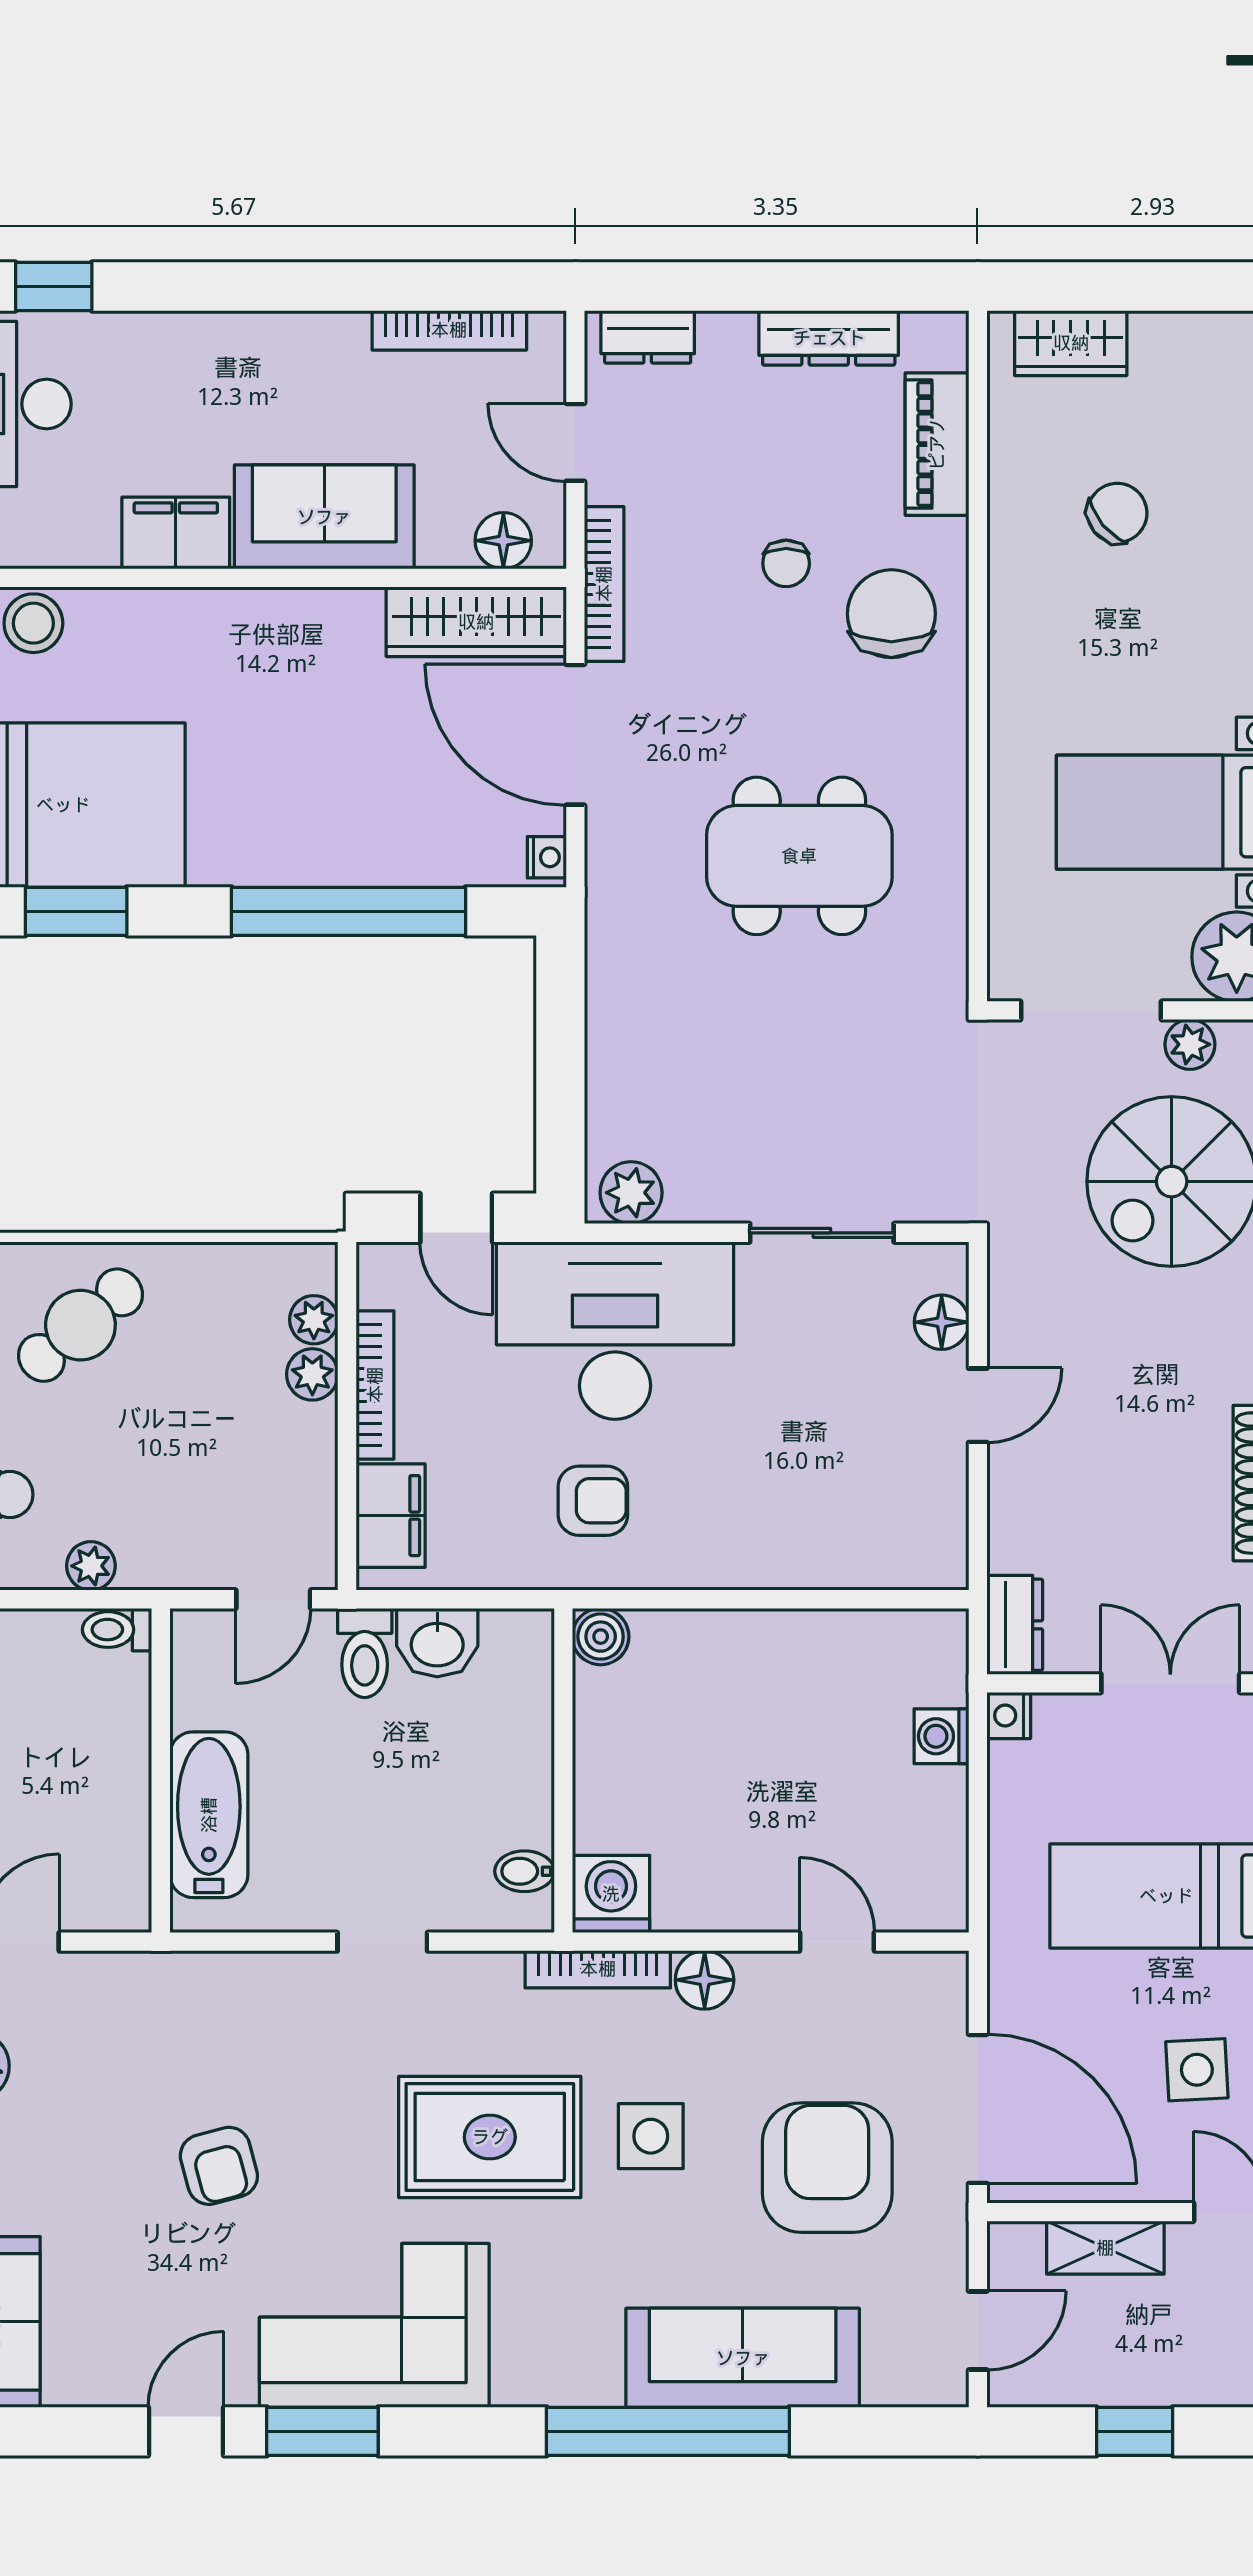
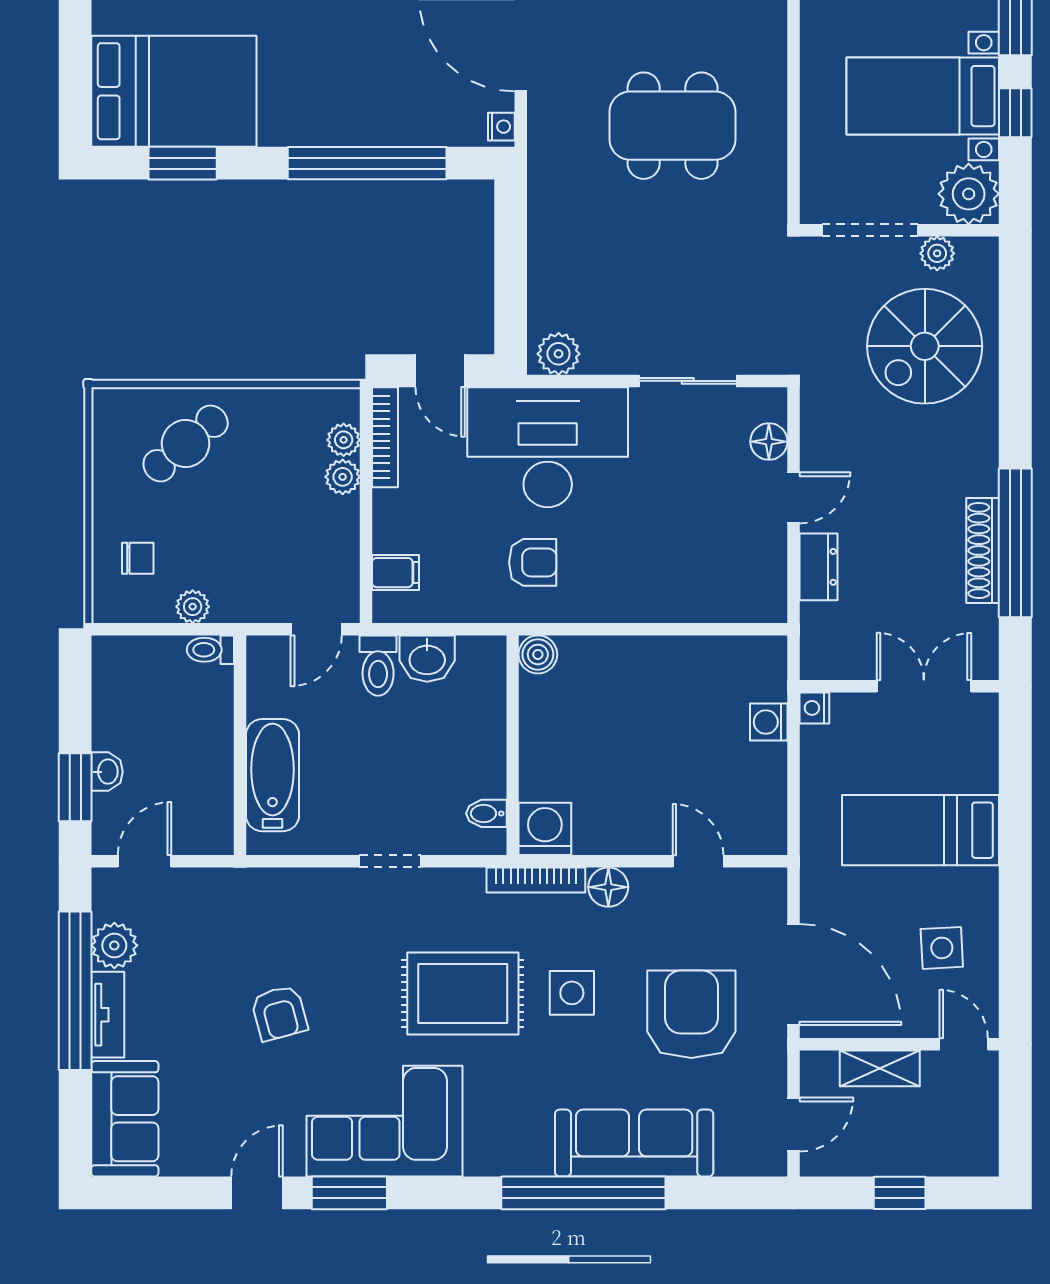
bookcase: (375, 1385) -> (385, 437), moved
filing cabinet: (391, 1516) -> (396, 573), width x0.50
dresser: (1015, 1625) -> (818, 567), moved

